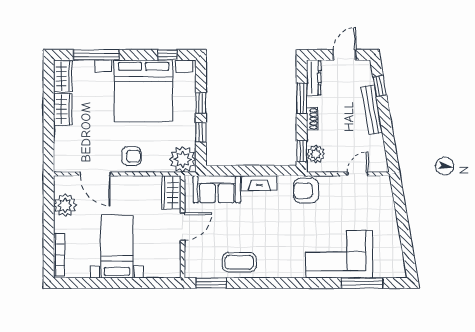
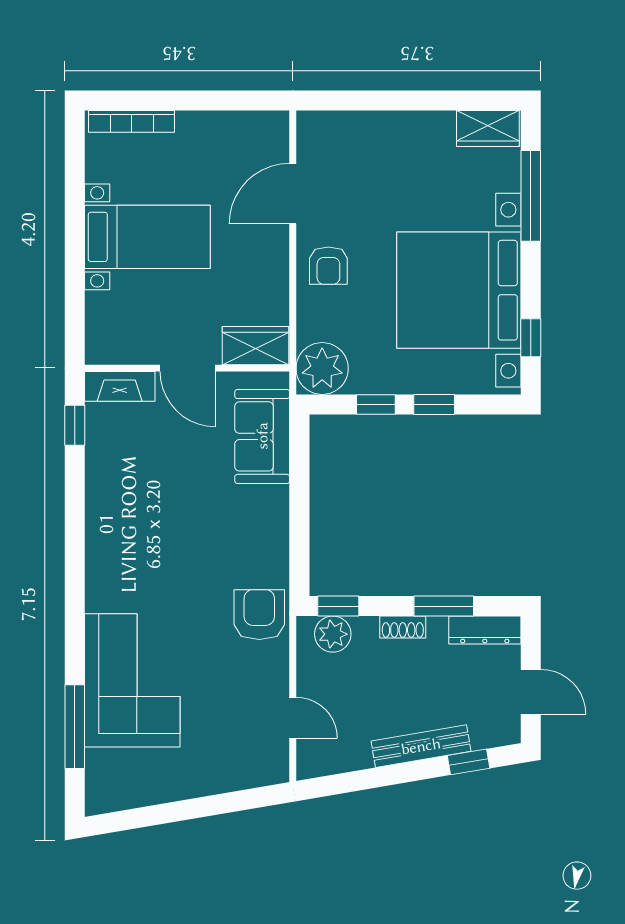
wardrobe: (63, 109) -> (422, 129), removed
fireplace: (259, 183) -> (120, 386), moved, turned -90
plant: (65, 205) -> (230, 134), removed
coffee table: (239, 262) -> (116, 481), removed
window: (211, 283) -> (75, 425), width x0.67

